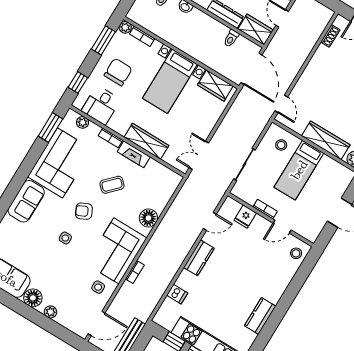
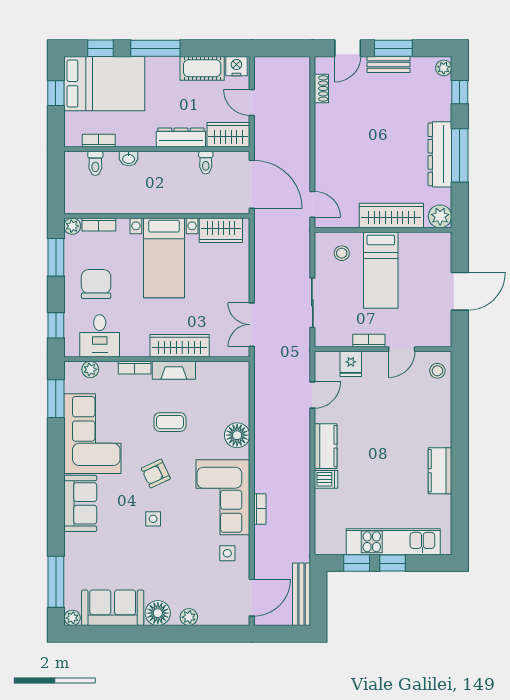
coffee table: (112, 185) -> (170, 422), turned 46
dishwasher: (177, 294) -> (326, 479), moved

